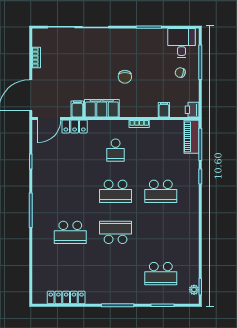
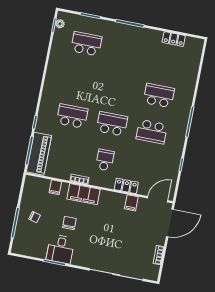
desk: (181, 43) -> (60, 249), moved
chair: (125, 77) -> (69, 223), moved
filing cabinet: (102, 108) -> (83, 194), moved
printer: (192, 110) -> (30, 182), removed
locker: (75, 126) -> (126, 186), moved
piano: (192, 137) -> (39, 154), width x1.37, depth x1.33
school desk: (116, 232) -> (152, 132), moved
locker: (66, 297) -> (174, 39), width x0.66

